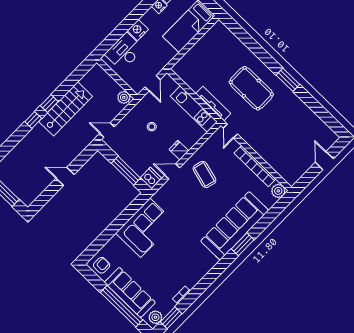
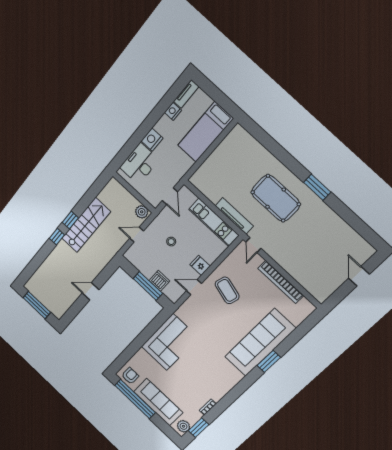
door: (107, 130) -> (137, 235), moved
dishwasher: (151, 178) -> (159, 281), moved
plant: (278, 191) -> (307, 308), removed
window: (121, 306) -> (135, 399), moved

